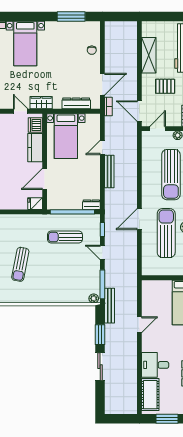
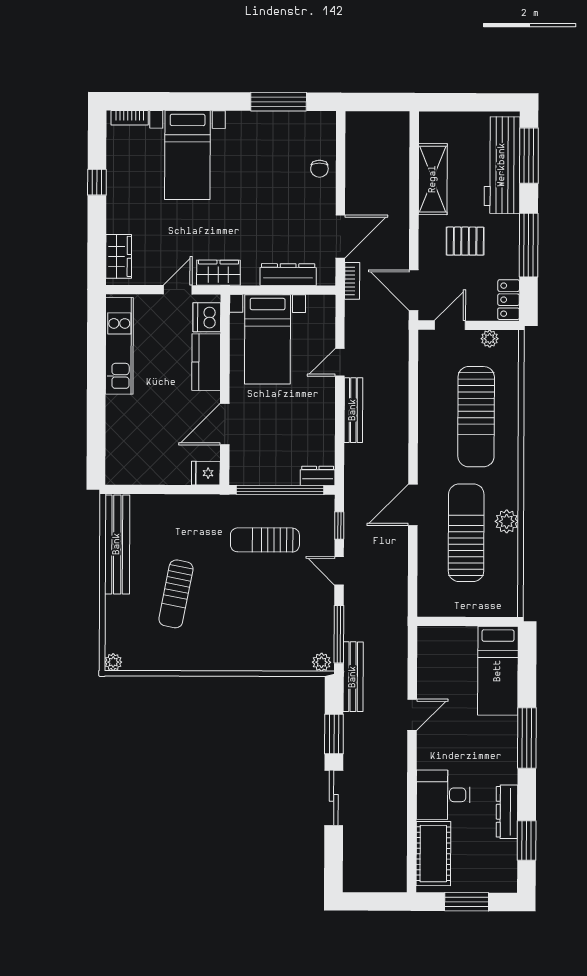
door: (21, 111) -> (178, 290), hinge flipped

